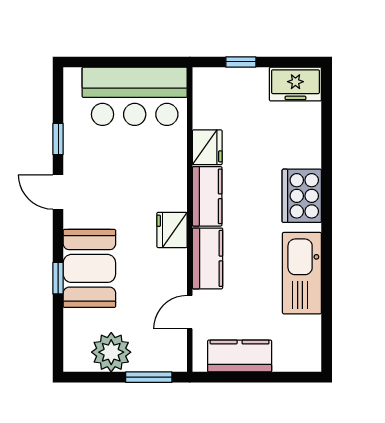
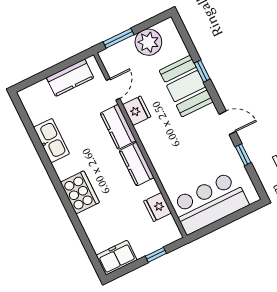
fridge: (207, 147) -> (158, 207), moved
fridge: (172, 230) -> (137, 111), moved
kitchen sink: (302, 273) -> (52, 141), width x0.73, depth x0.81

